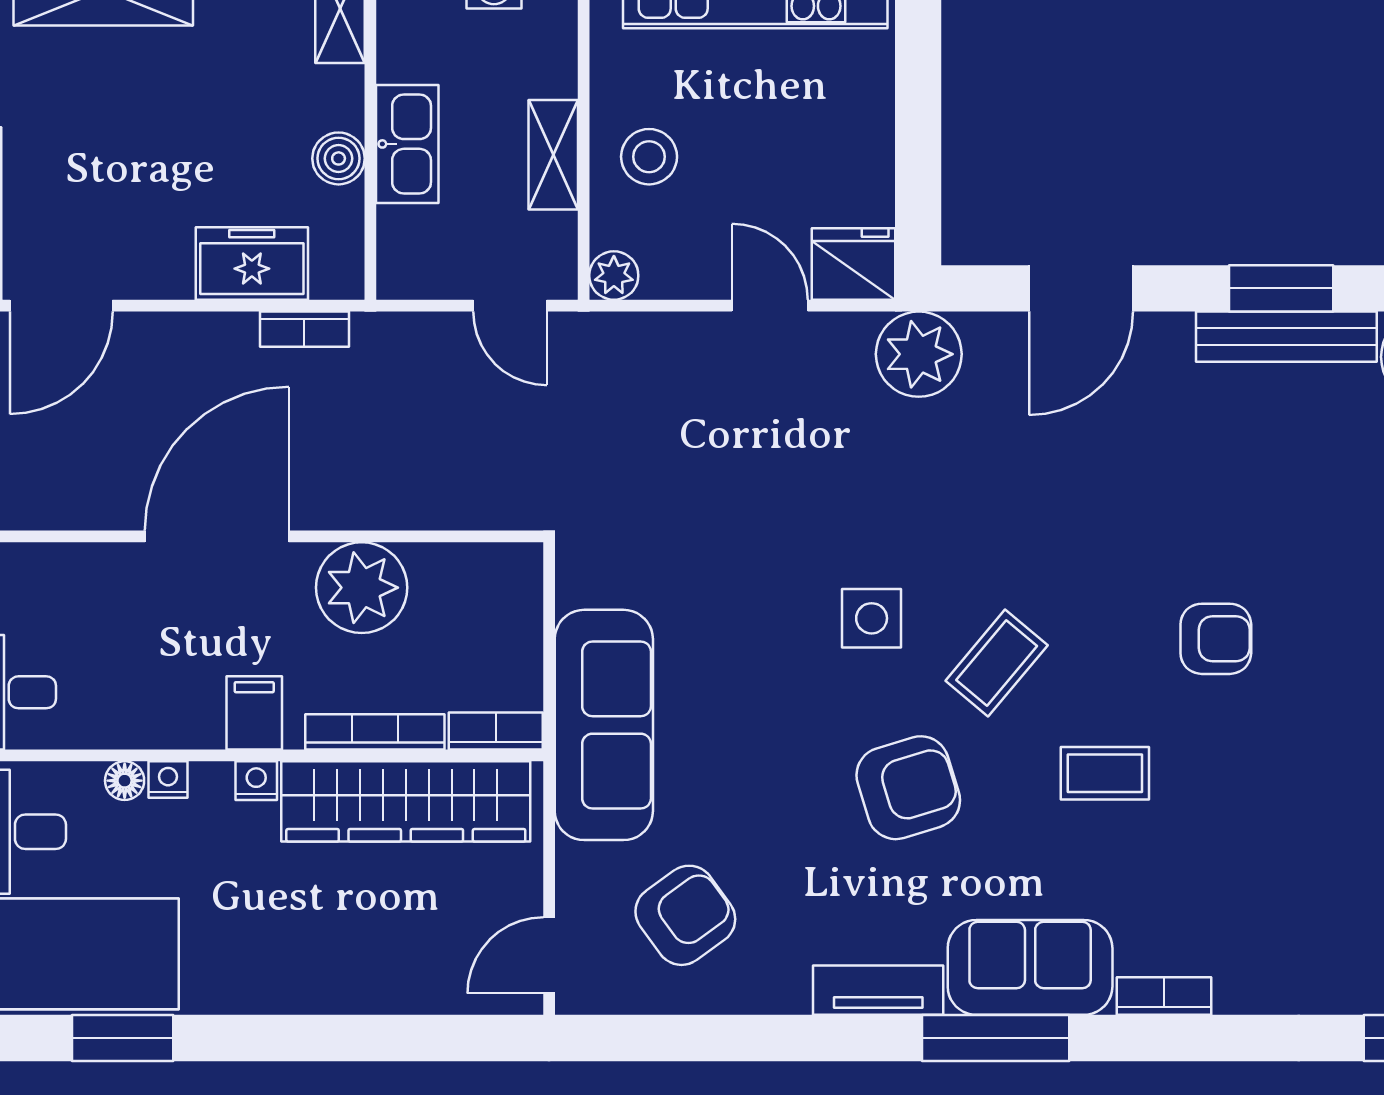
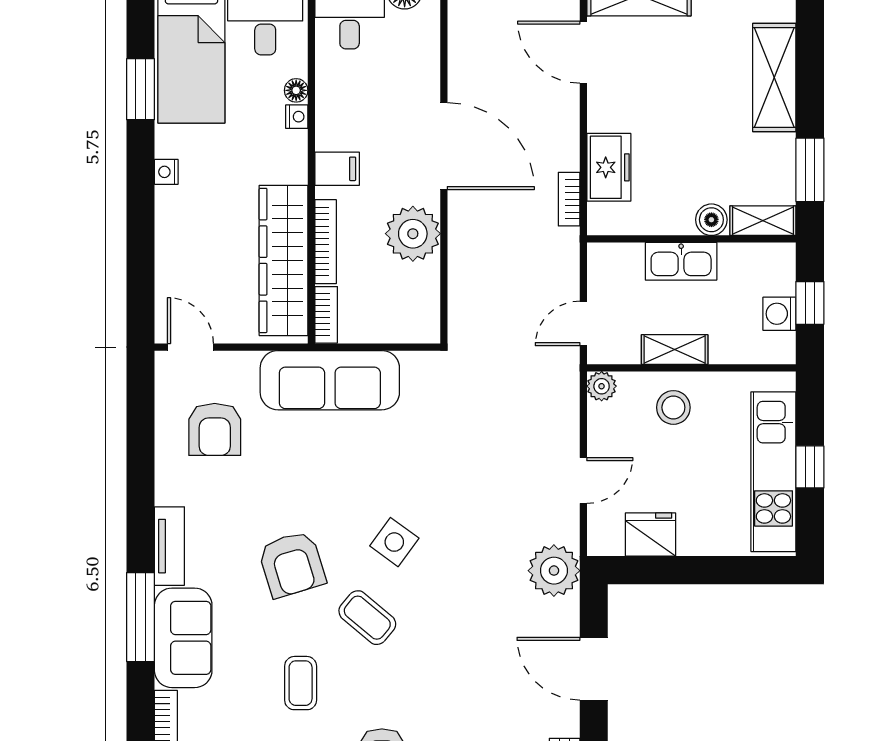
boiler: (339, 158) -> (711, 220), moved
fridge: (853, 264) -> (651, 535), moved, turned -90
side table: (872, 618) -> (394, 542), turned 36
nightstand: (256, 781) -> (166, 172), moved, turned 180
armchair: (685, 915) -> (215, 429), turned 36

